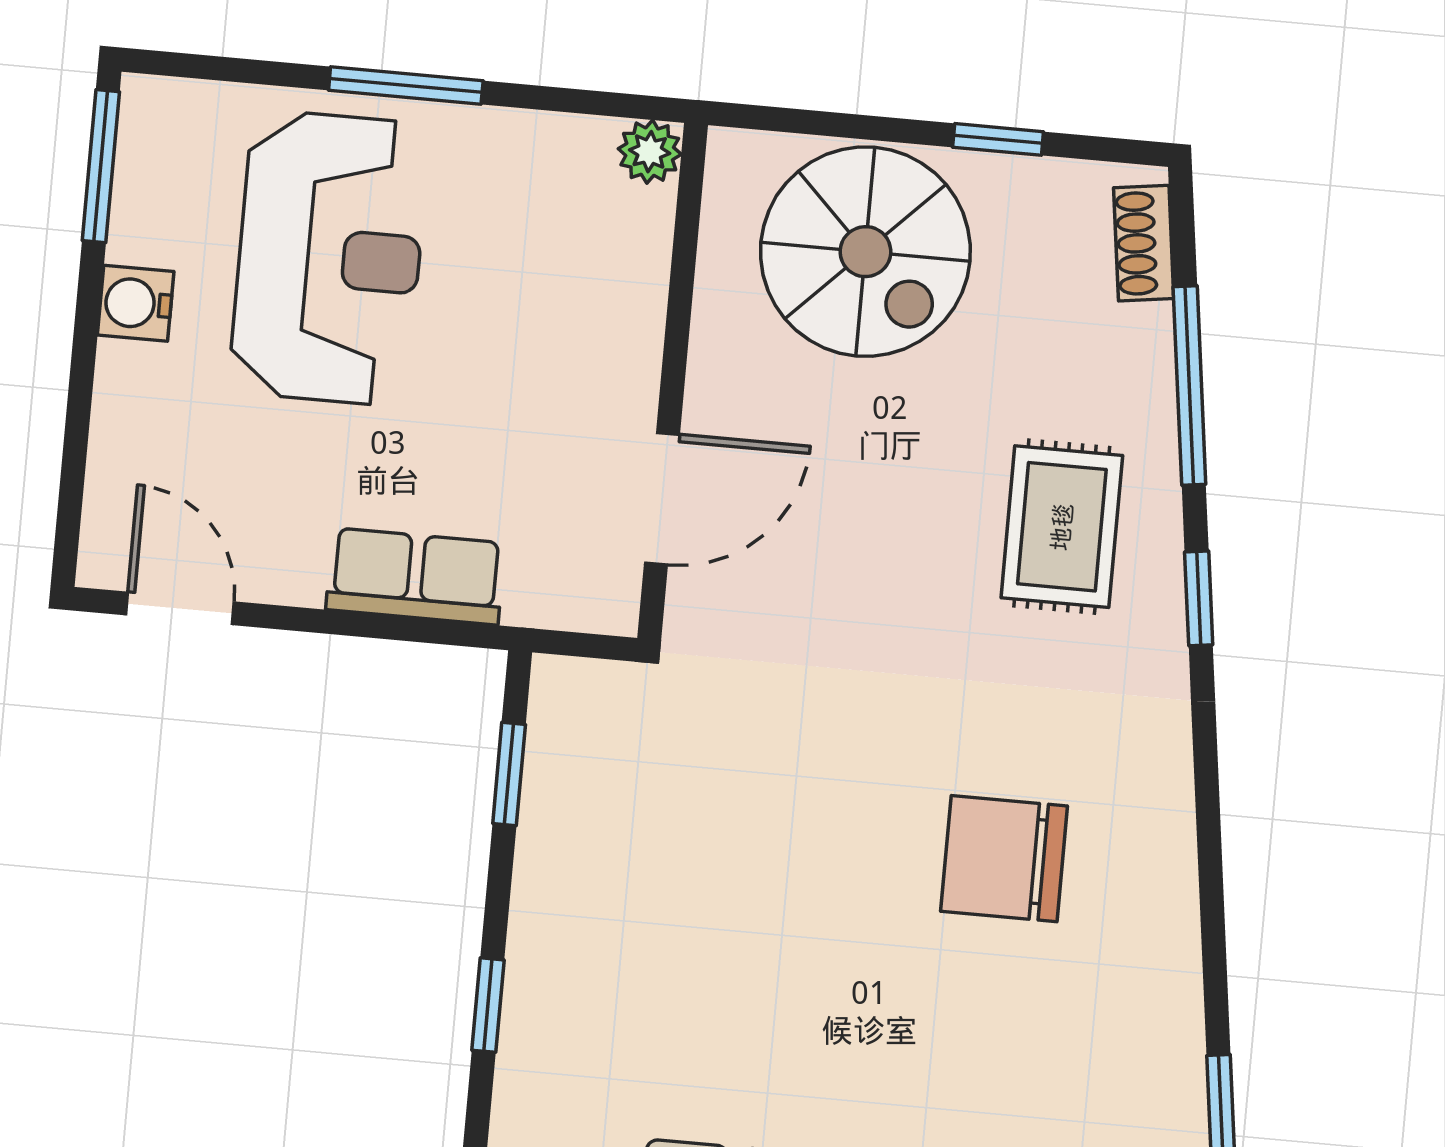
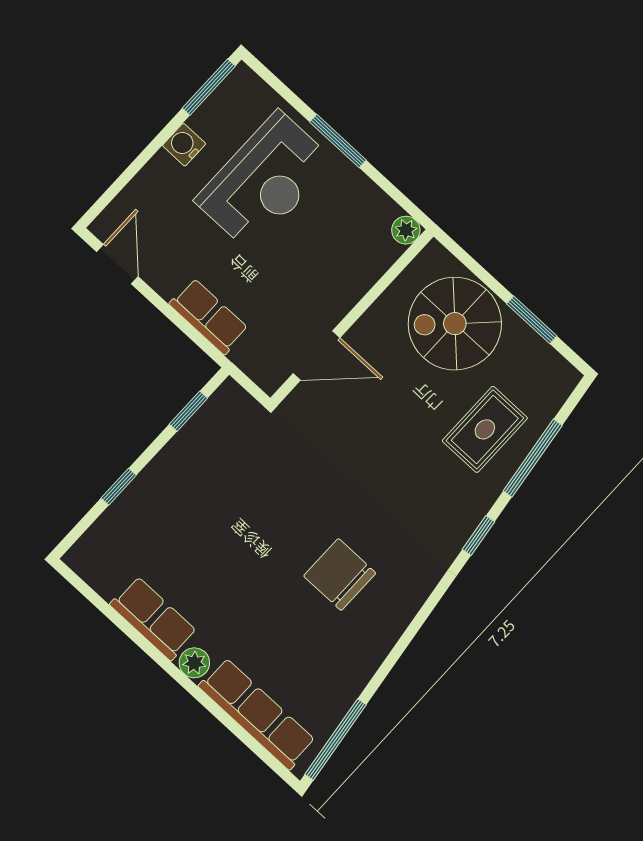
window: (998, 139) -> (532, 320), width x1.50
shoe rack: (1144, 243) -> (555, 396), removed
spiral stairs: (865, 252) -> (455, 324), turned 90
rug: (1062, 527) -> (485, 429), moved

